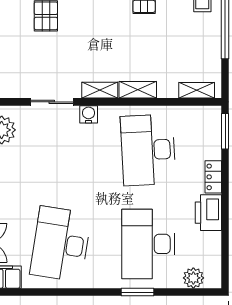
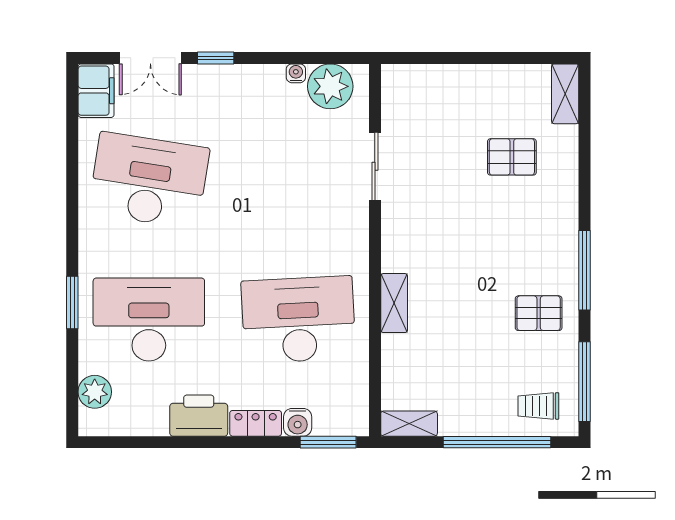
shelving: (100, 90) -> (394, 243), removed
shelving: (197, 90) -> (409, 424), moved, turned 90
water cooler: (89, 114) -> (298, 422), moved, turned 90

